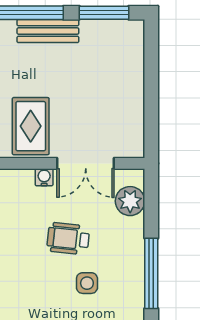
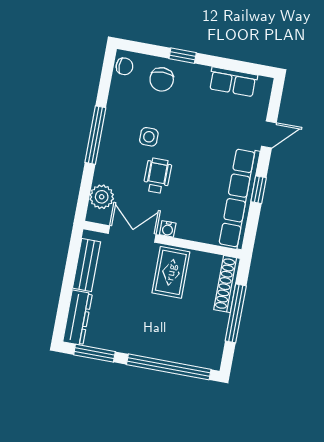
bench: (48, 31) -> (87, 265), moved, turned 90
dresser: (132, 51) -> (78, 318), added
wheelchair: (68, 239) -> (157, 176), turned -96

